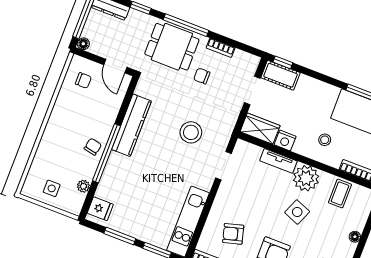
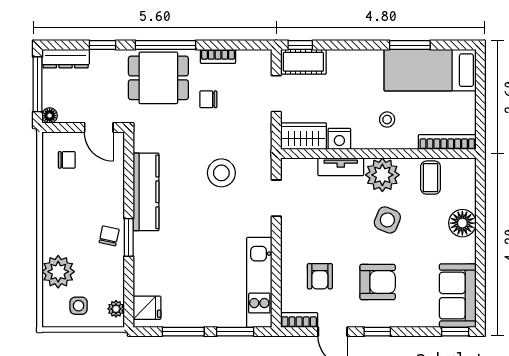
window: (106, 153) -> (129, 237), width x0.47
plant: (46, 158) -> (58, 272), added
plant: (83, 186) -> (116, 309), moved
armchair: (233, 234) -> (320, 276), turned -75
floor lamp: (355, 237) -> (462, 223), width x1.89, depth x1.89

